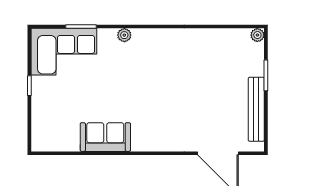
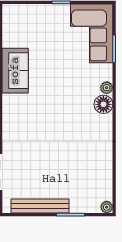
floor lamp: (143, 39) -> (103, 104), added

